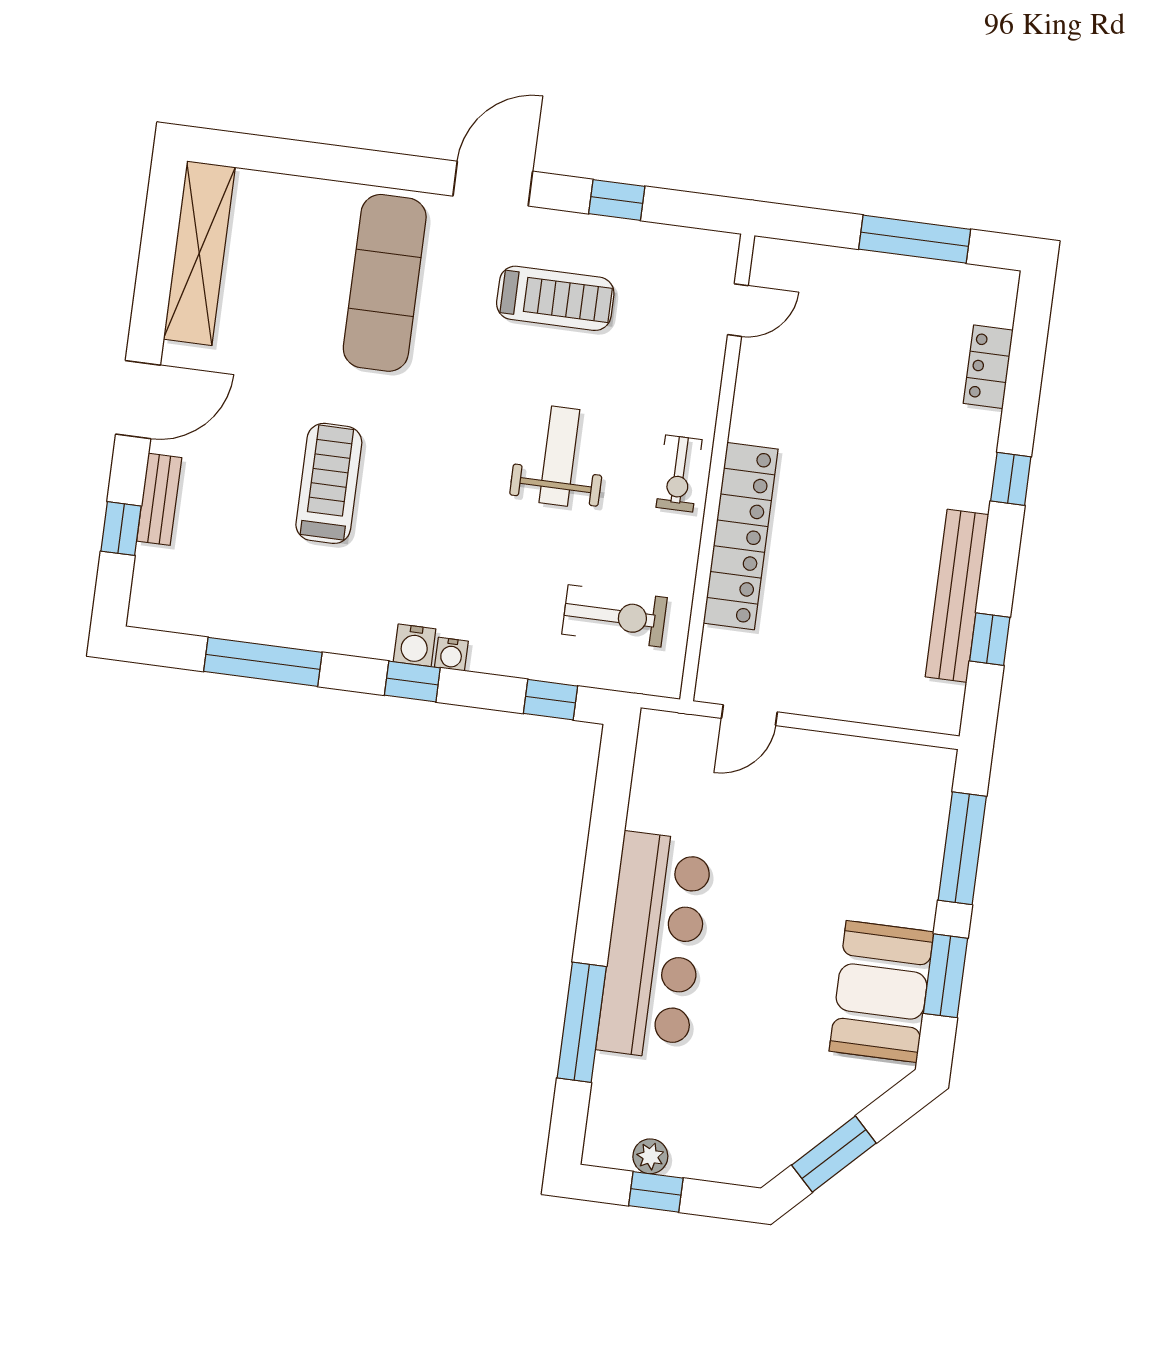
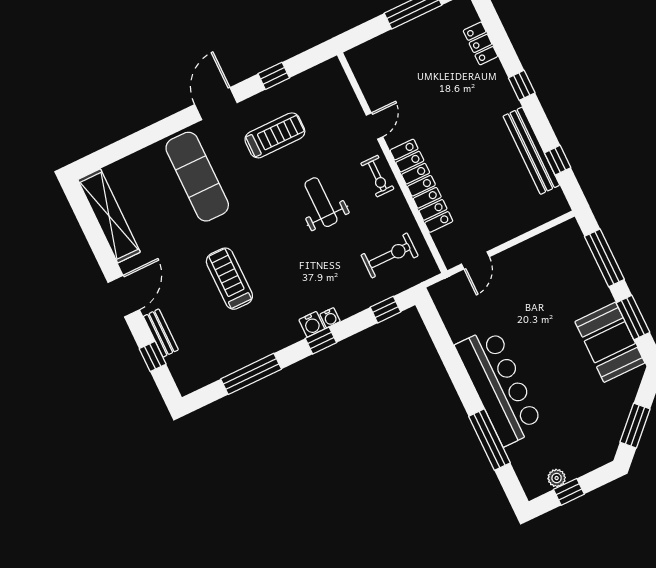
door: (738, 310) -> (374, 126), moved

